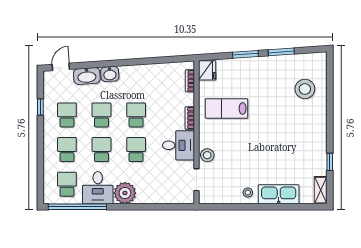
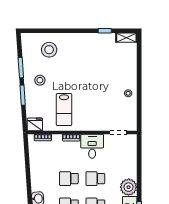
stool: (207, 155) -> (40, 80), moved
kitchen sink: (279, 194) -> (130, 70), removed

